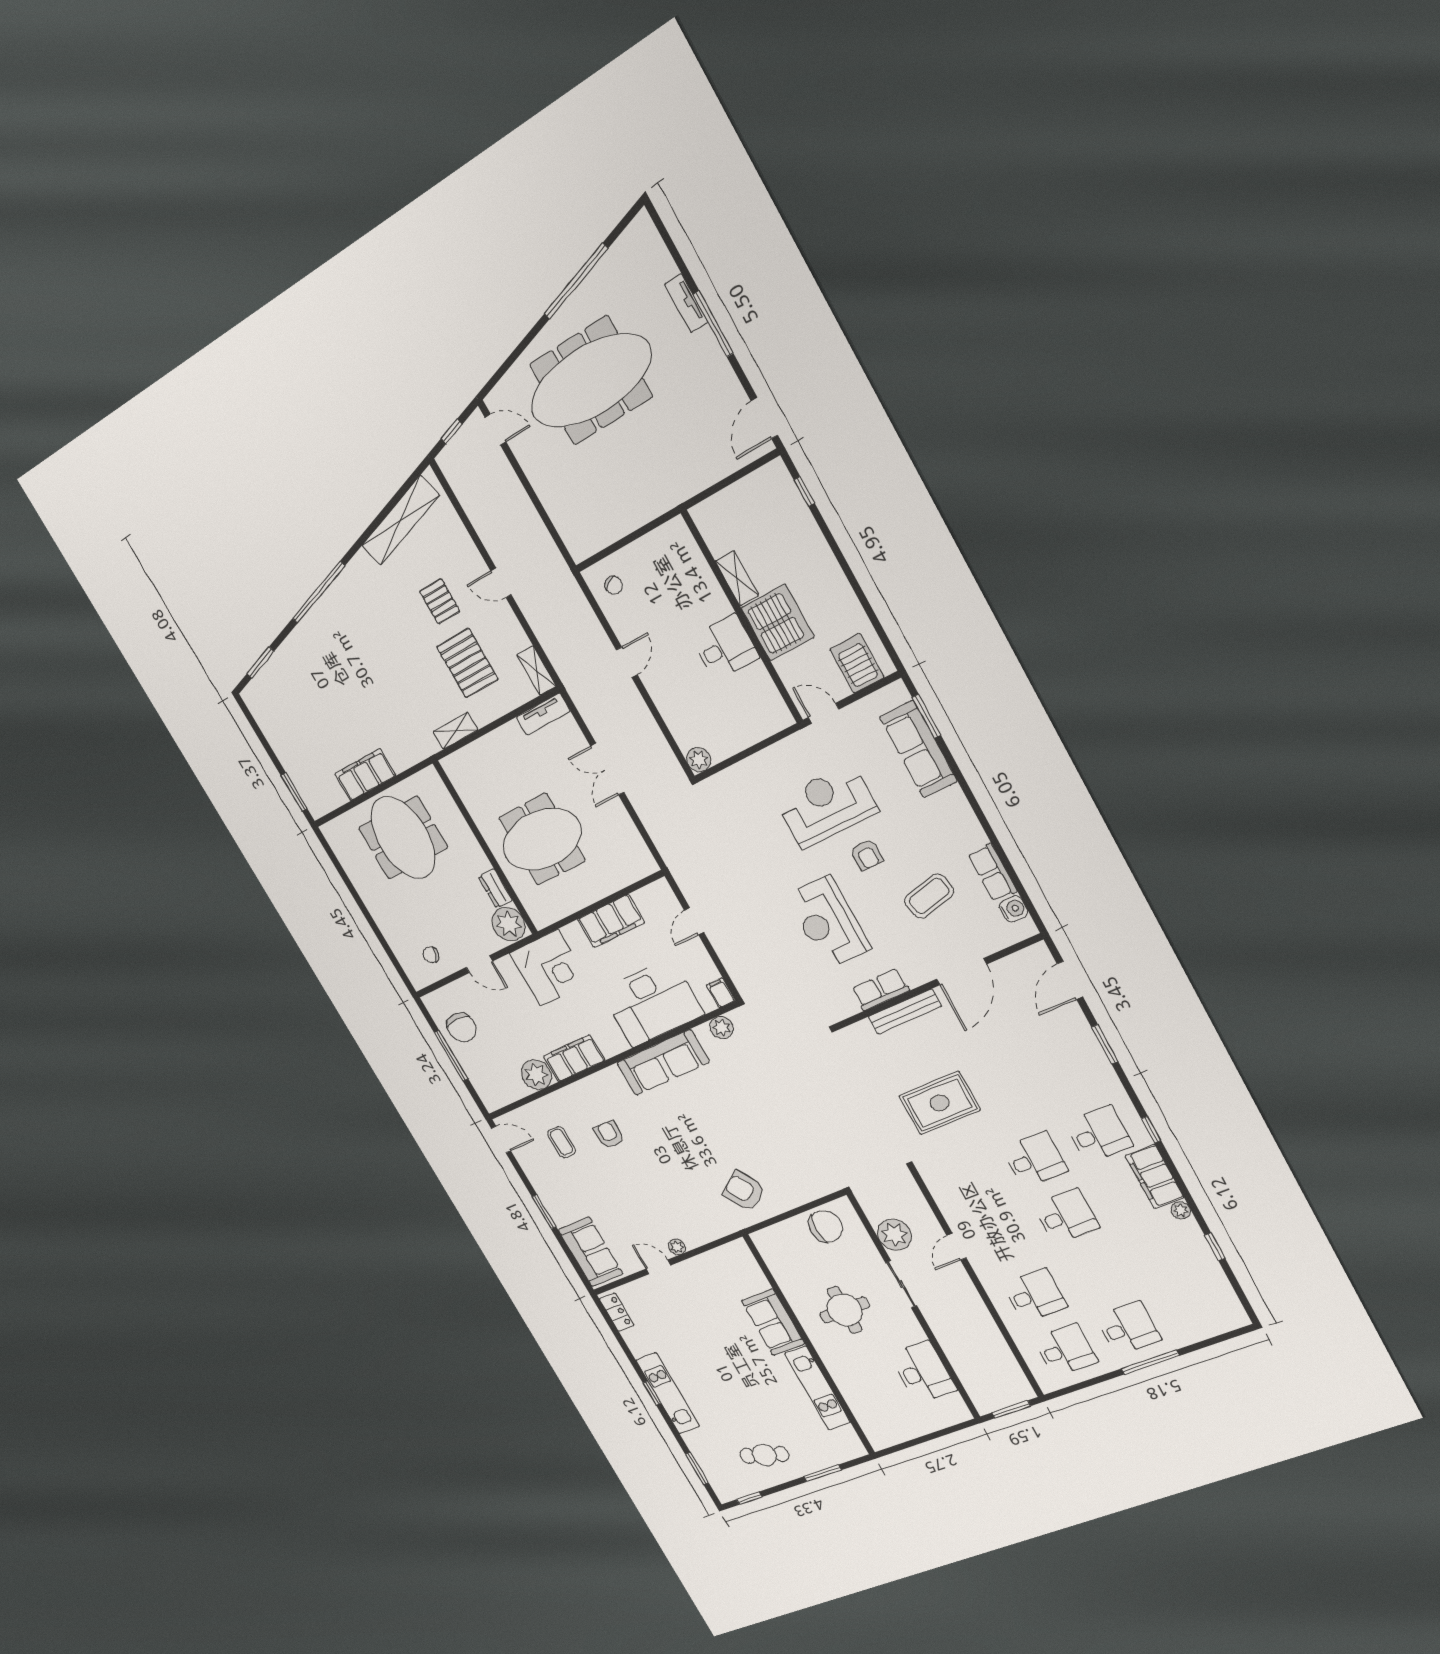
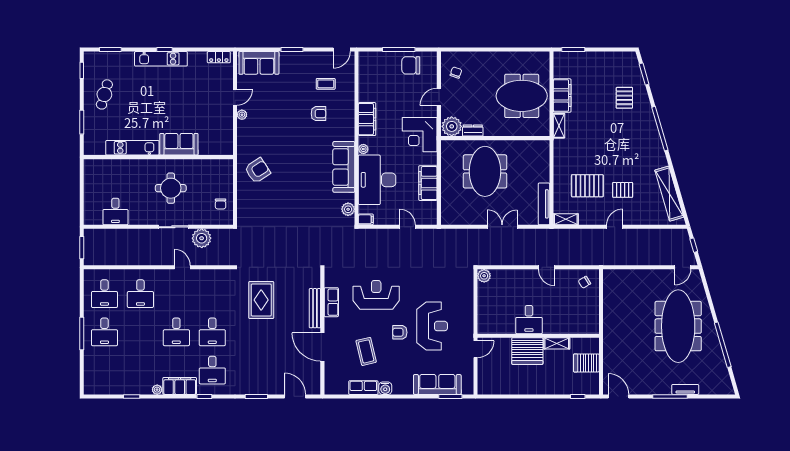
server rack: (857, 663) -> (586, 363), moved, turned 180
pallet: (310, 675) -> (624, 98), added
tv unit: (543, 714) -> (544, 204), width x1.41
shelving: (455, 731) -> (559, 126), moved
water cooler: (1014, 909) -> (385, 388), moved
plant: (536, 1075) -> (363, 149), moved, width x0.53, depth x0.53
chair: (826, 1226) -> (221, 204), width x0.54, depth x0.54
desk: (923, 1372) -> (115, 211), width x0.73

